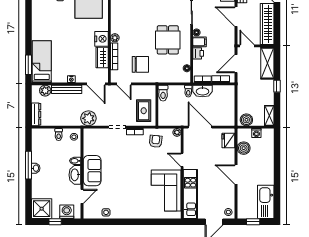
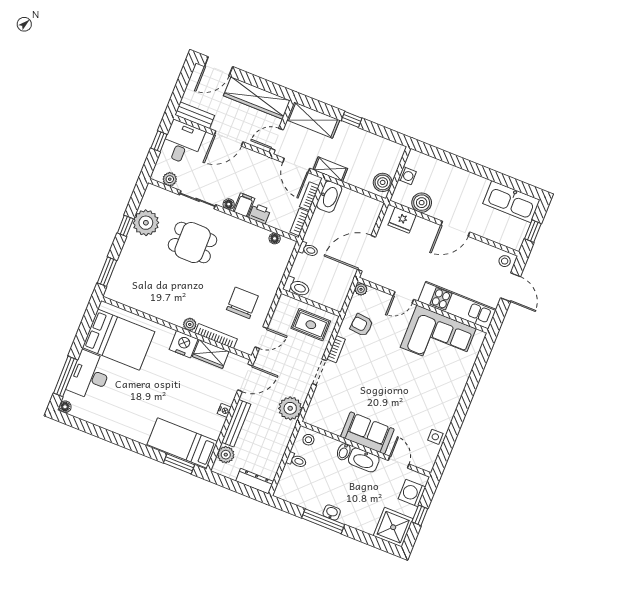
dining table: (168, 40) -> (193, 243), moved
washbasin: (203, 91) -> (329, 197), moved
shelving: (269, 116) -> (330, 169), moved

